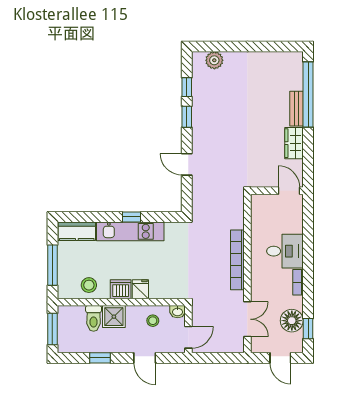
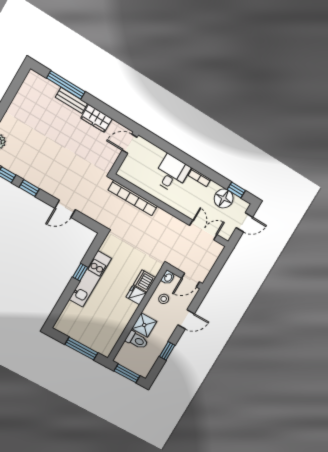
window: (308, 95) -> (66, 85), width x0.68
kitchen counter: (77, 231) -> (67, 318), removed
bookcase: (237, 260) -> (133, 198), moved
stool: (89, 285) -> (111, 330), removed
dishwasher: (121, 289) -> (145, 281), moved
door: (188, 337) -> (191, 280), swing flipped

